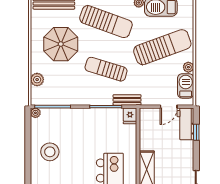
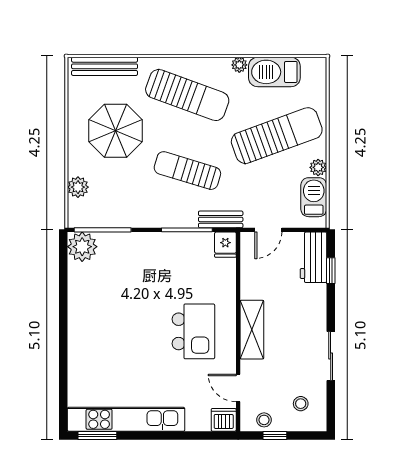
door: (169, 107) -> (268, 230), moved
plant: (35, 113) -> (82, 247), width x1.88, depth x1.88
stool: (50, 152) -> (98, 302), removed

